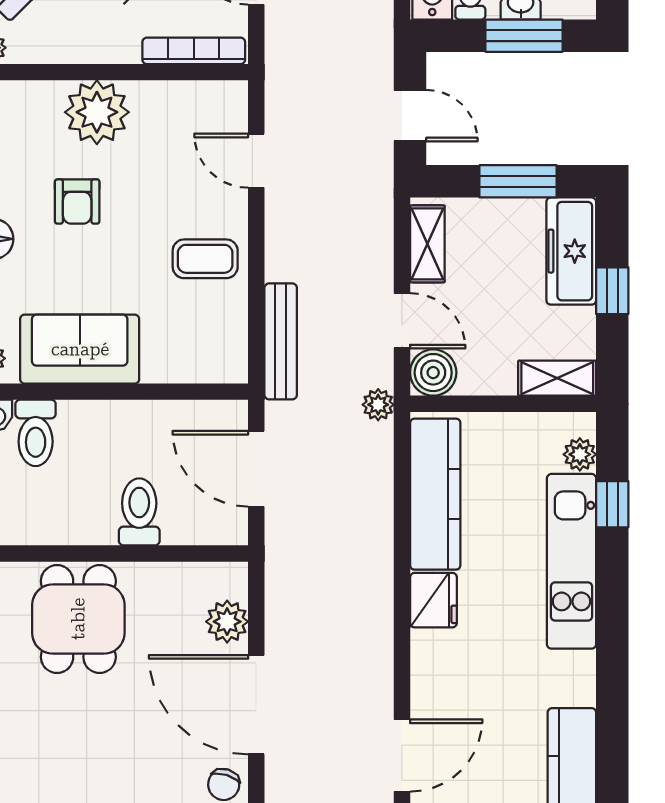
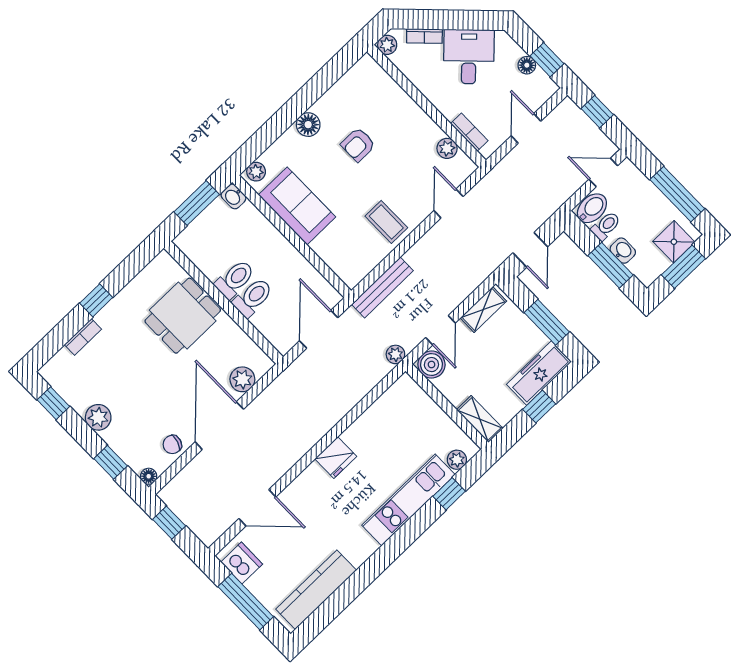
bookcase: (194, 51) -> (469, 132), width x0.64
plant: (97, 112) -> (447, 148), moved, width x0.53, depth x0.53
toilet: (36, 433) -> (235, 279), moved, turned 180
kitchen counter: (435, 494) -> (381, 415), removed

